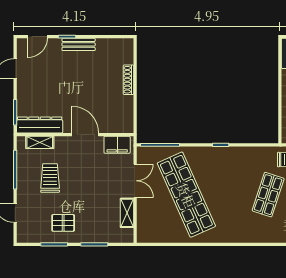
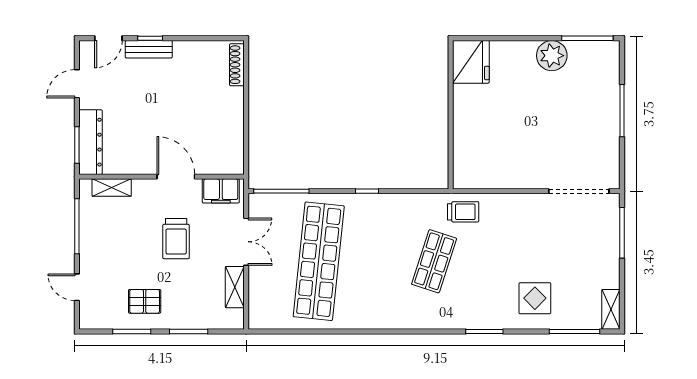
bench: (79, 44) -> (149, 49), moved
shoe rack: (128, 80) -> (237, 65), moved
dresser: (40, 125) -> (90, 142), moved, turned 90
trolley: (50, 178) -> (176, 239), moved, turned 180
shop shelf: (186, 195) -> (319, 261), turned 30

